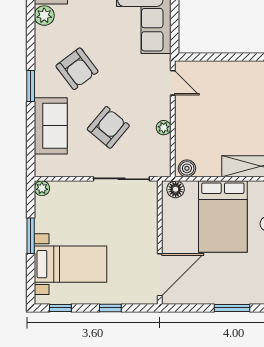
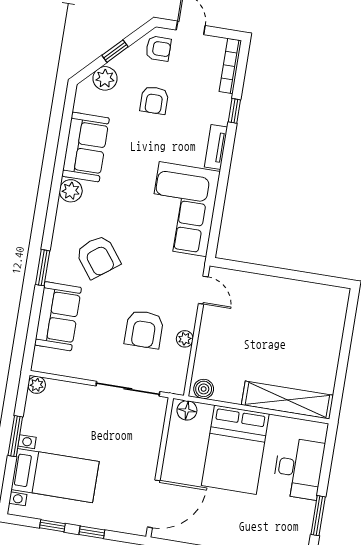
armchair: (108, 127) -> (144, 329), moved, turned 140
window: (60, 308) -> (52, 526), moved

